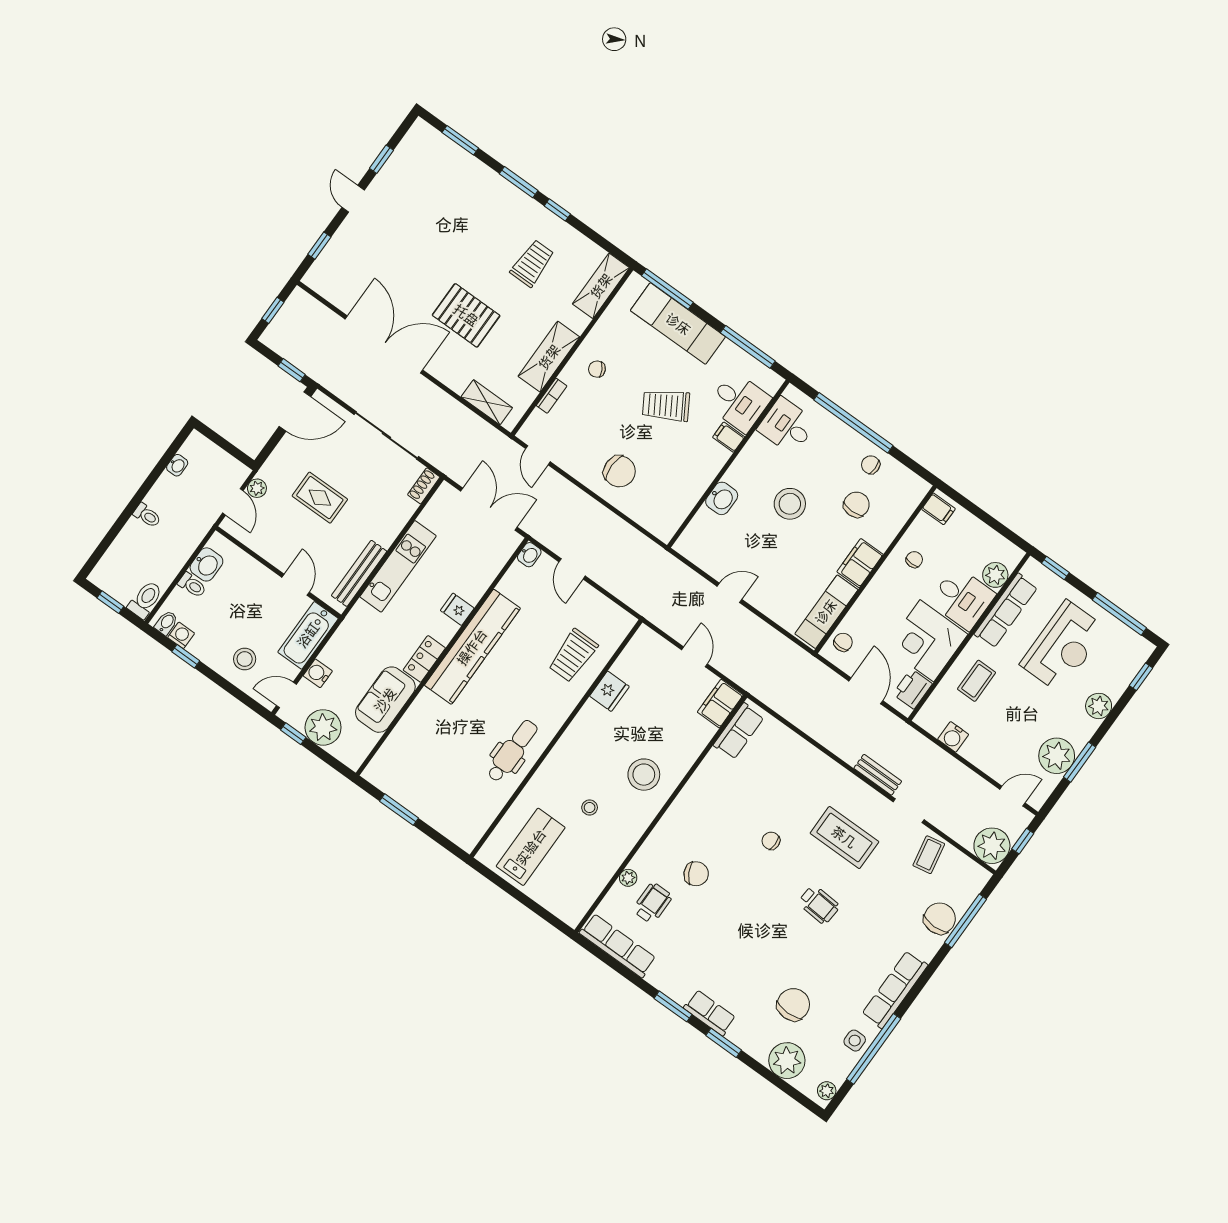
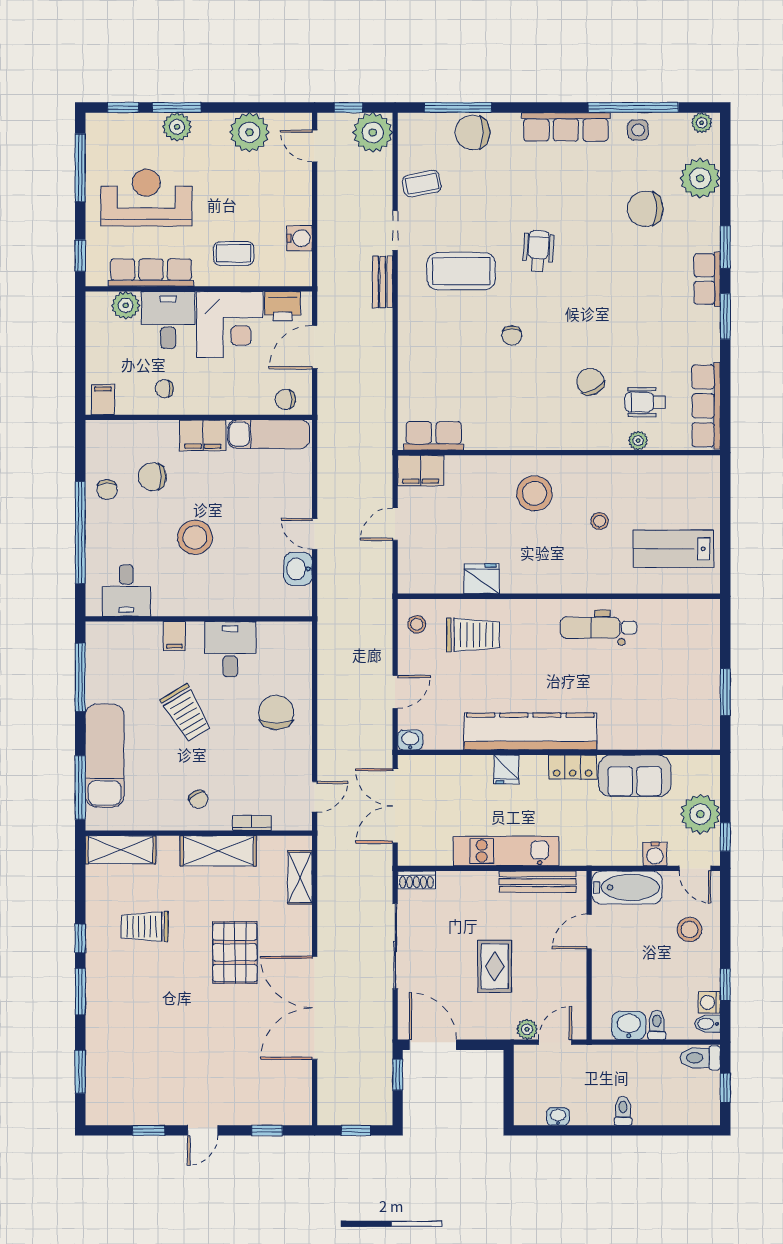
desk: (739, 402) -> (230, 649), moved
washbasin: (722, 498) -> (298, 569), moved, turned -90
stool: (610, 620) -> (417, 624), added
window: (1080, 762) -> (177, 107), moved
coffee table: (844, 837) -> (461, 271), turned 90

